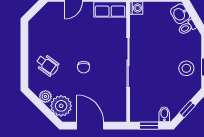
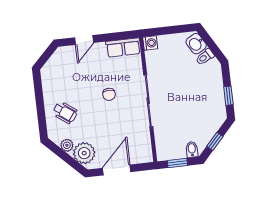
chair: (84, 67) -> (109, 94), moved
stool: (186, 68) -> (209, 99), removed
door: (90, 126) -> (117, 170), hinge flipped

